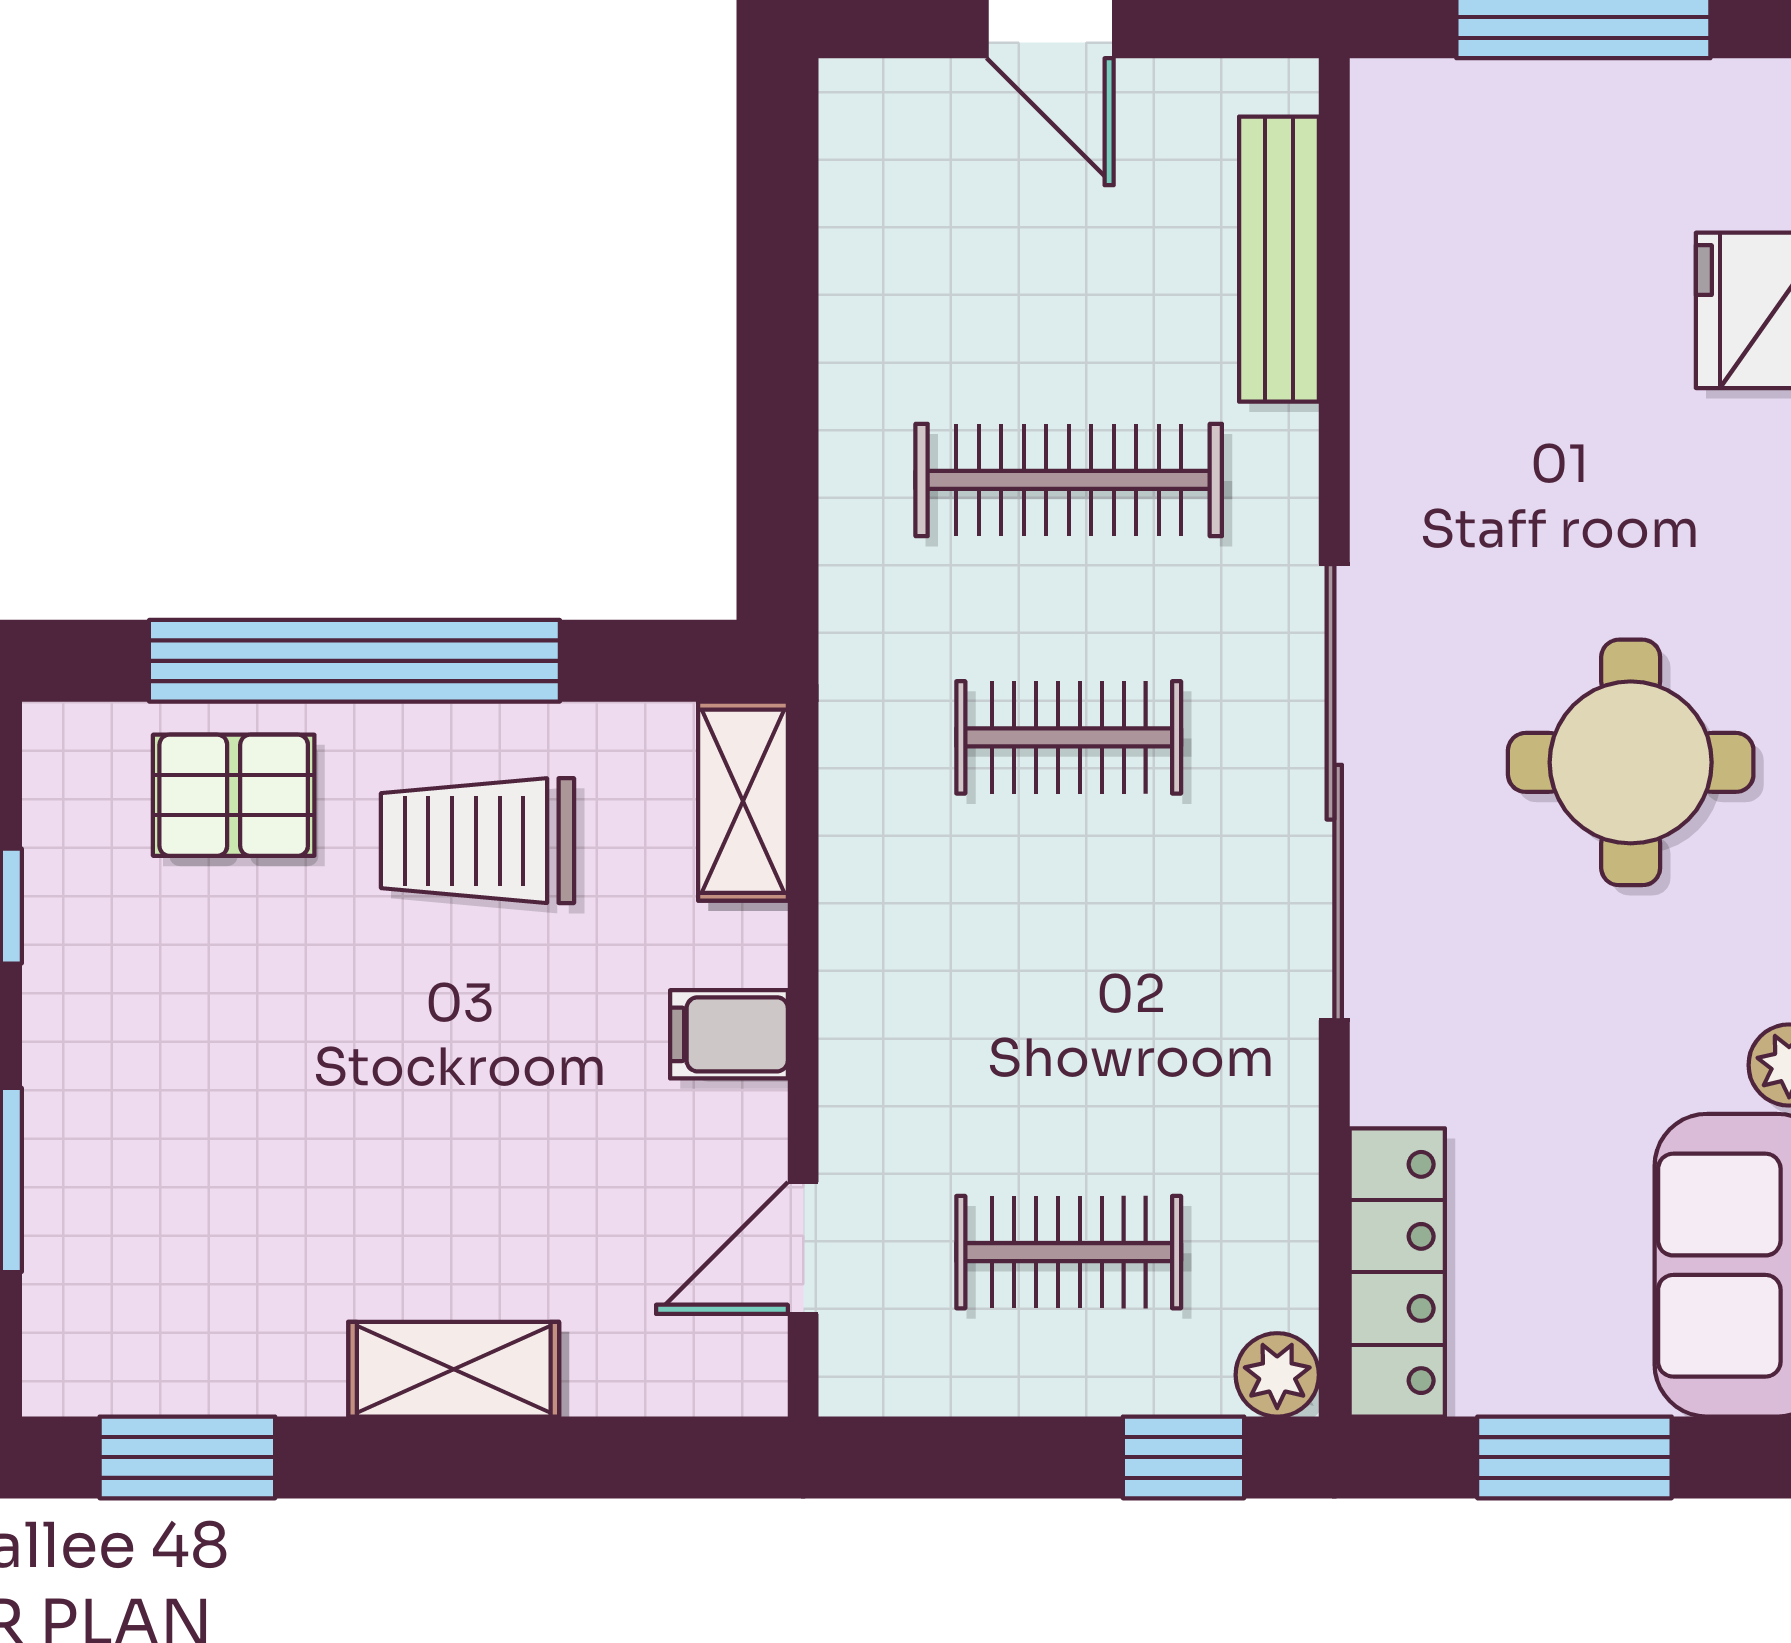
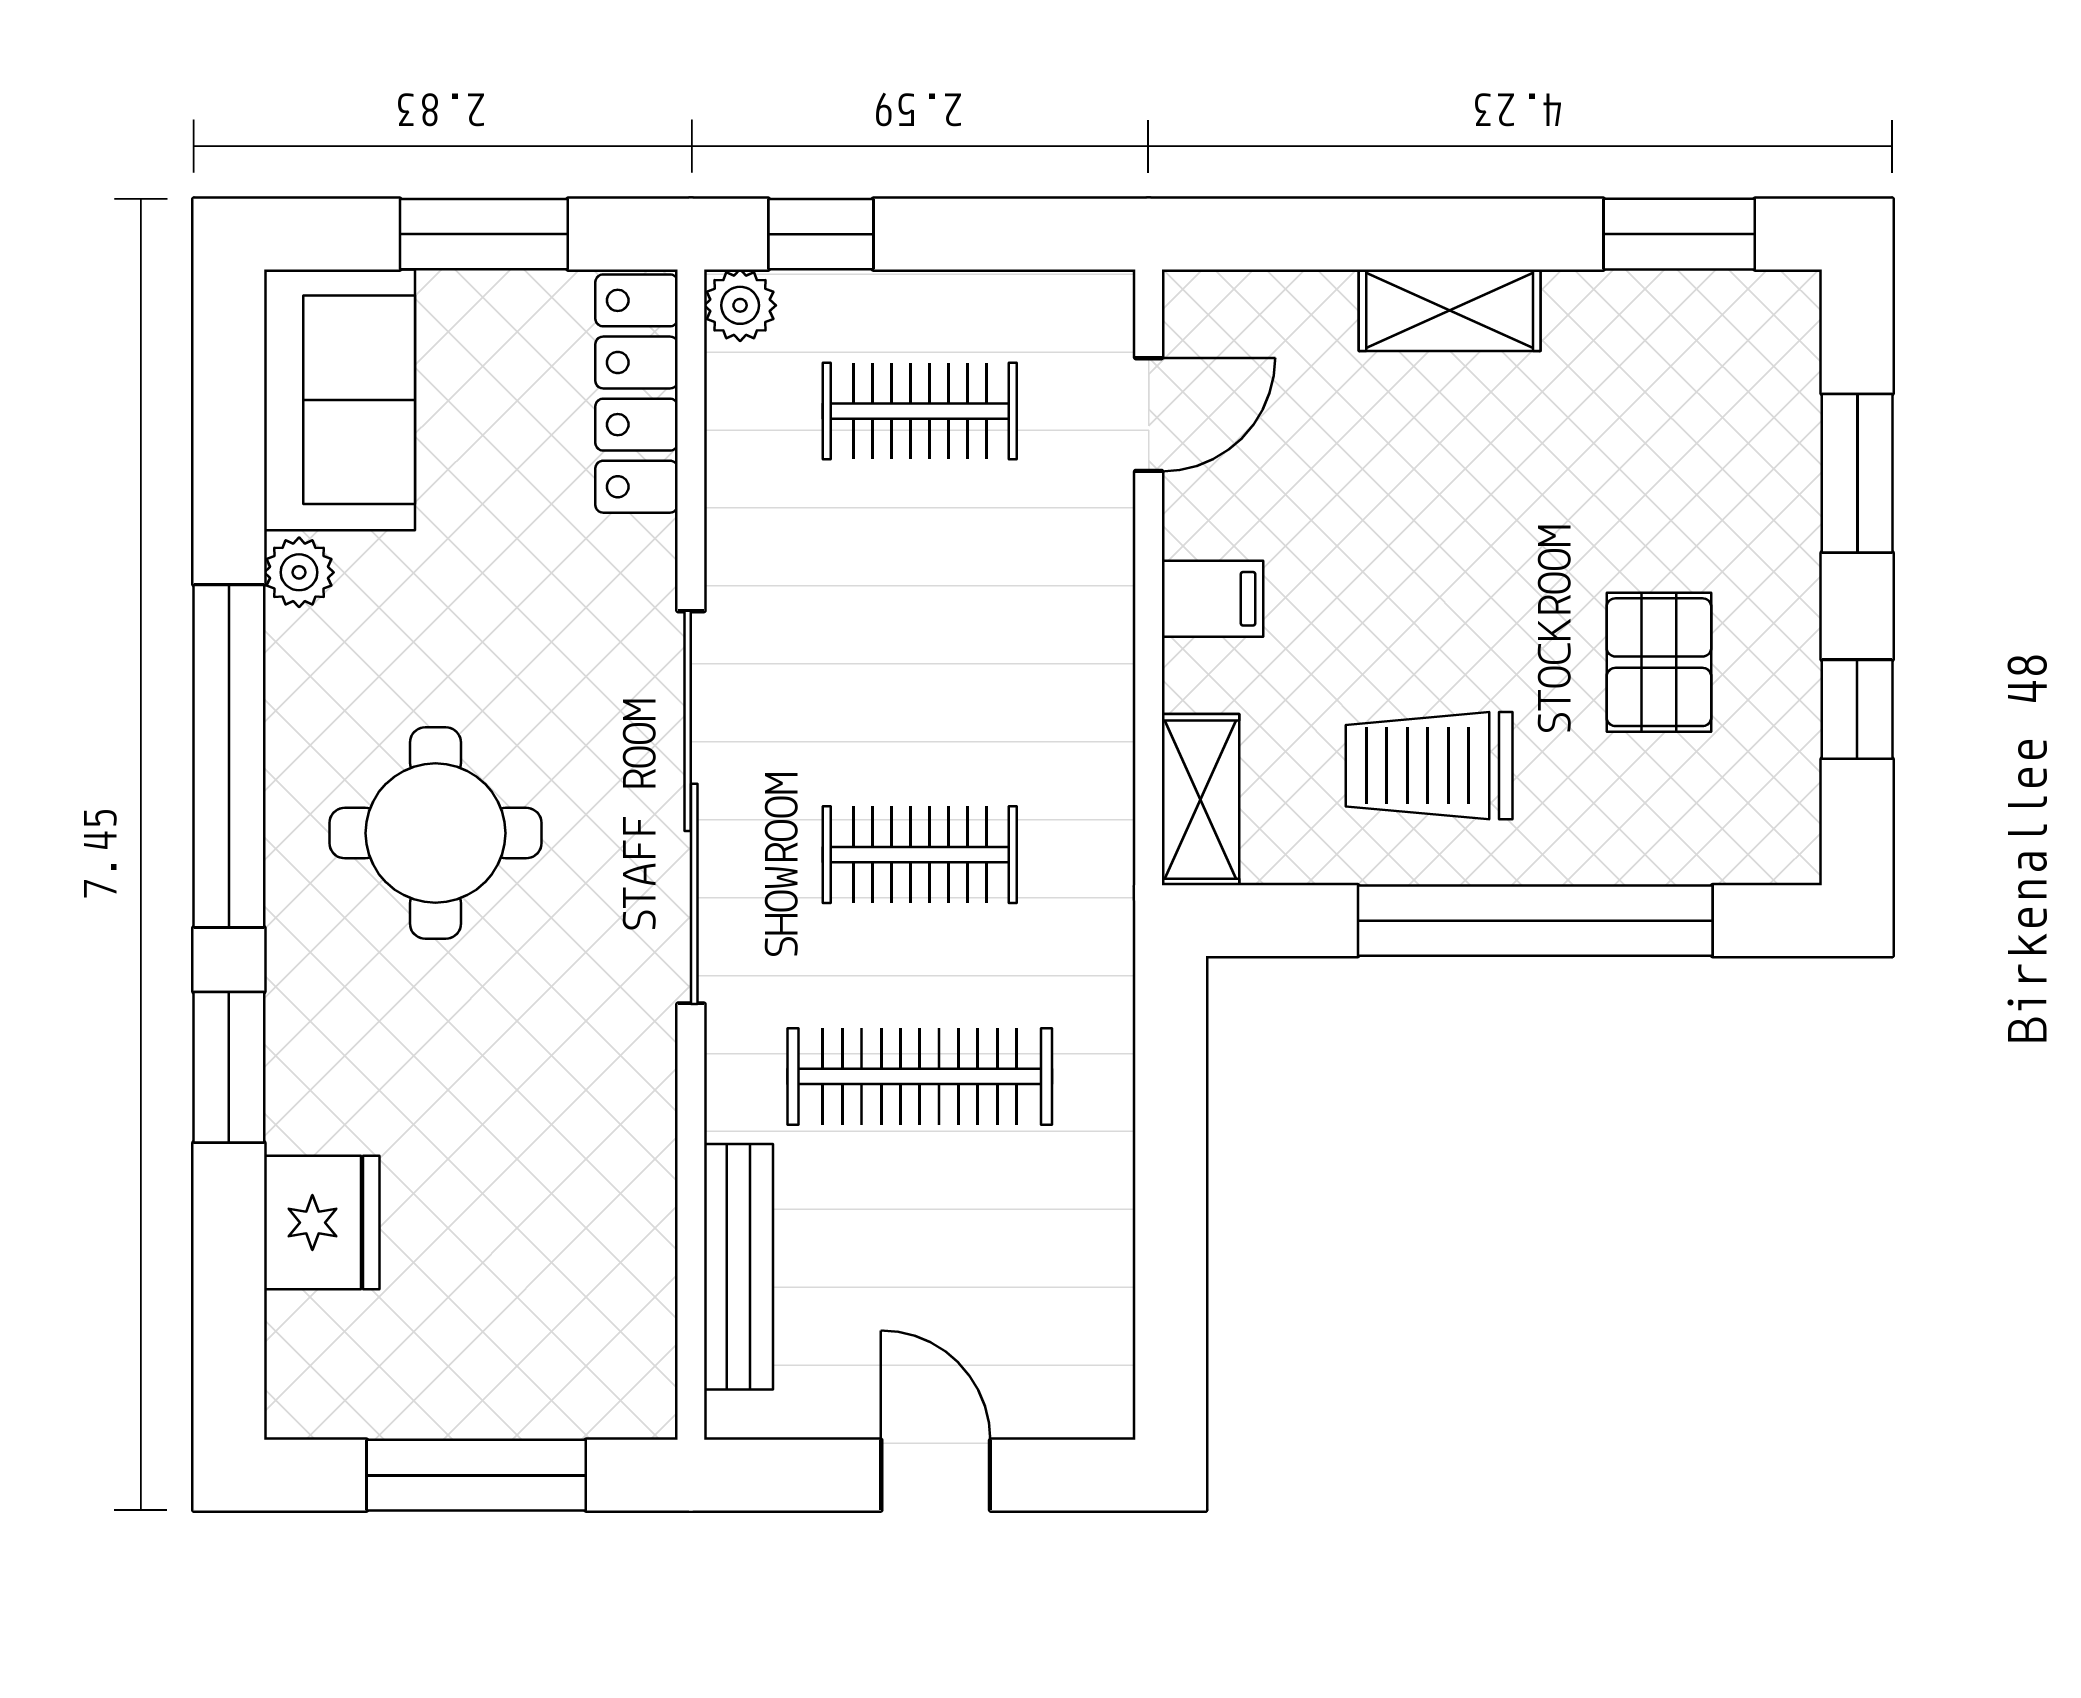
pallet: (234, 795) -> (1659, 662), moved, turned 90
trolley: (477, 841) -> (1429, 766), turned 180

